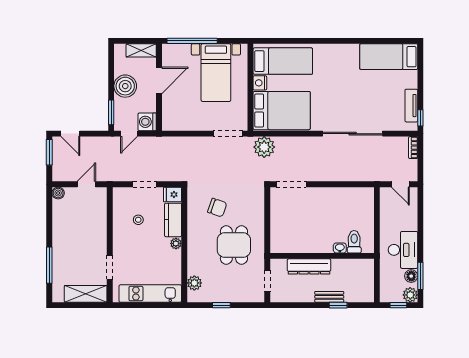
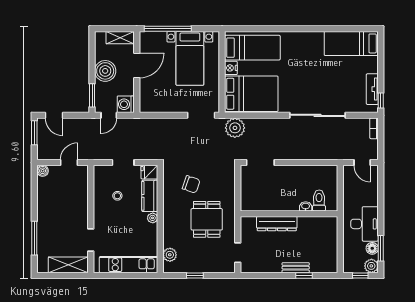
toilet: (354, 242) -> (319, 201), moved
washbasin: (340, 248) -> (306, 206), moved
wall: (322, 256) -> (289, 214), moved
dresser: (309, 266) -> (277, 224), moved

